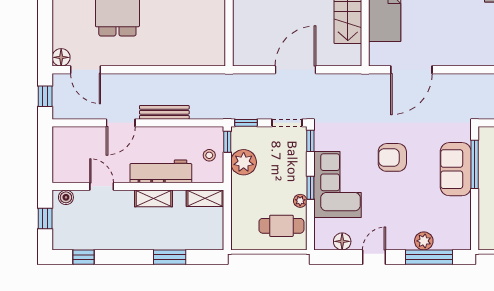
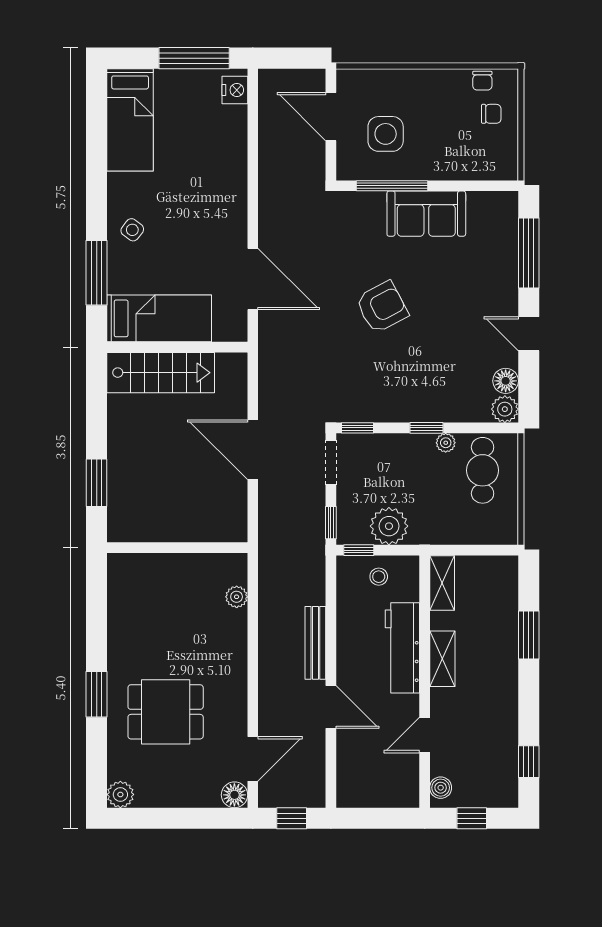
plant: (196, 59) -> (237, 597), added
armchair: (392, 157) -> (382, 307), turned -118
sofa: (456, 169) -> (426, 214), moved
corner sofa: (337, 184) -> (422, 388), removed
plant: (424, 241) -> (505, 409), moved

